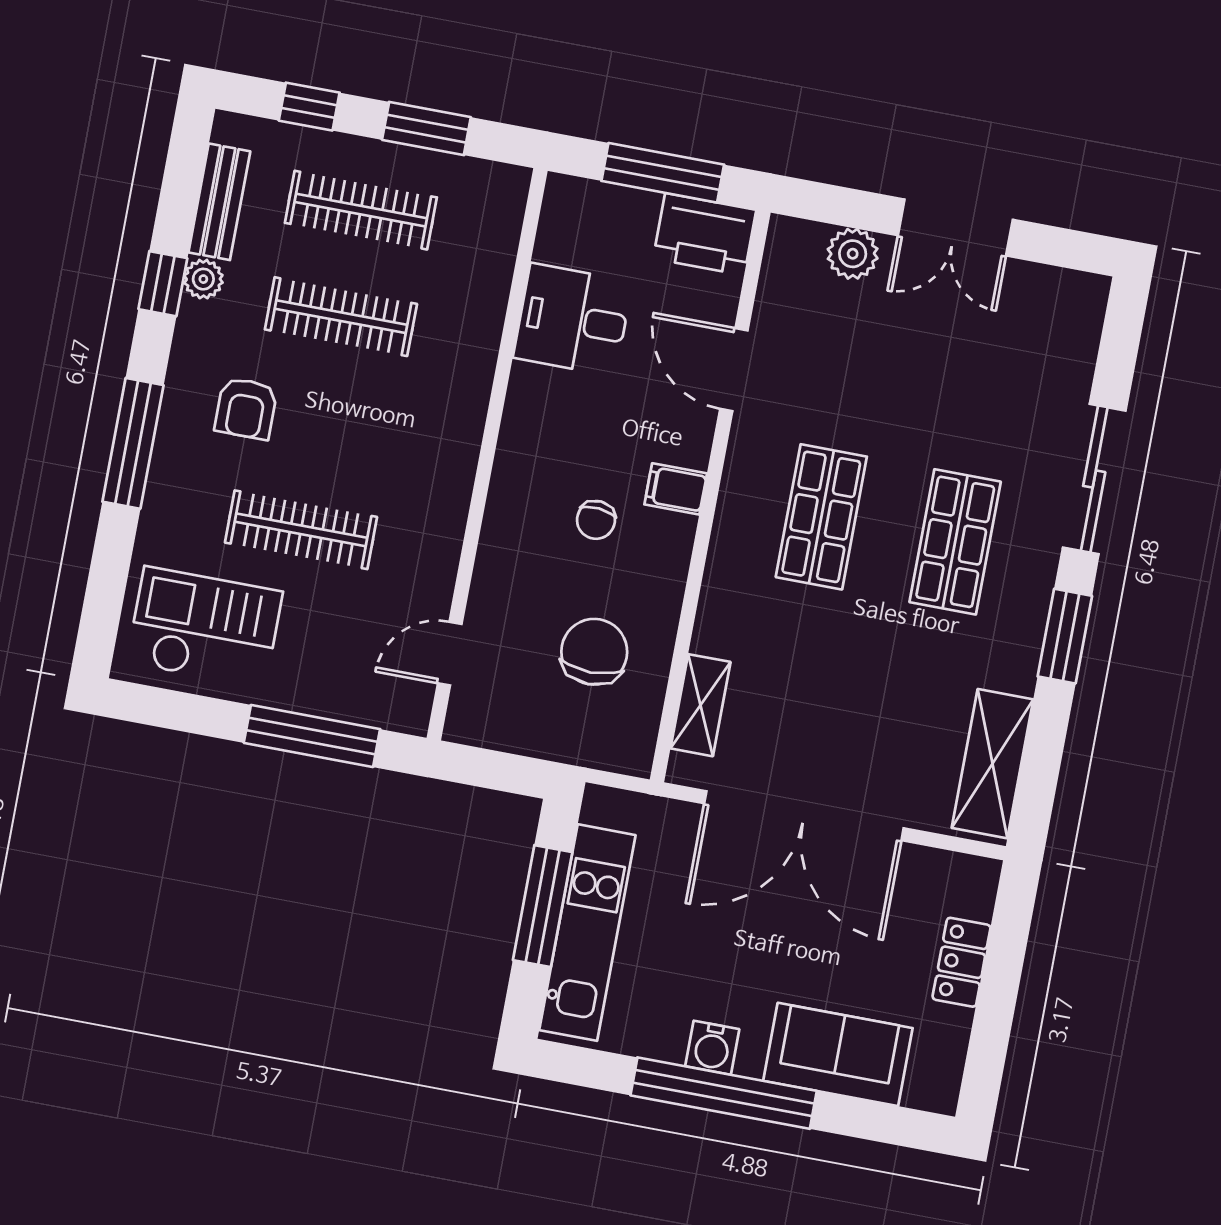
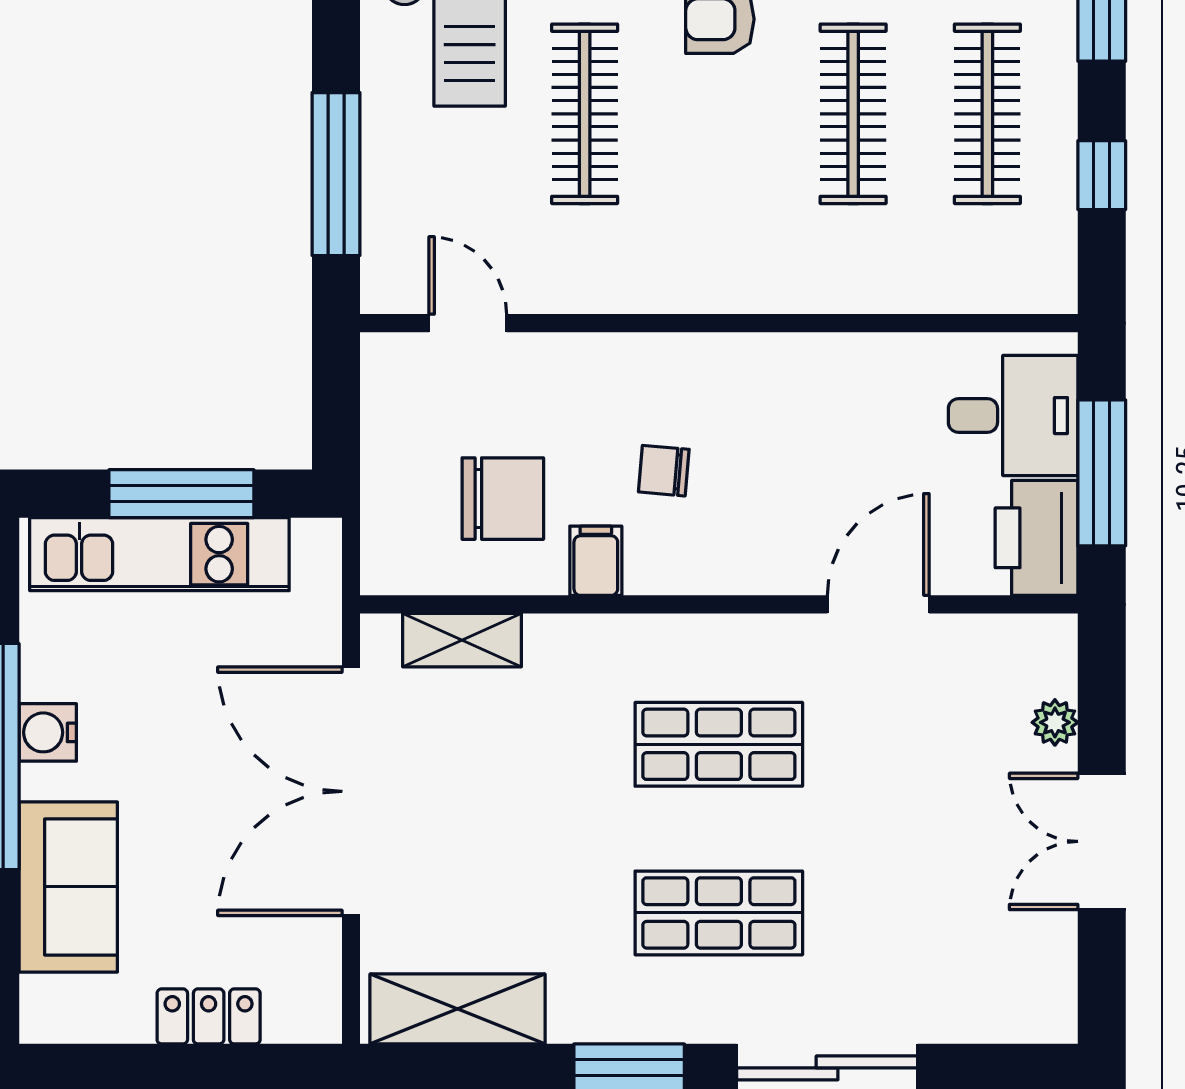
window: (426, 129) -> (1102, 175), width x0.67
plant: (853, 254) -> (1055, 722), width x0.73, depth x0.73
desk: (573, 320) -> (1013, 416), moved, turned 90
filing cabinet: (676, 489) -> (596, 561), moved

